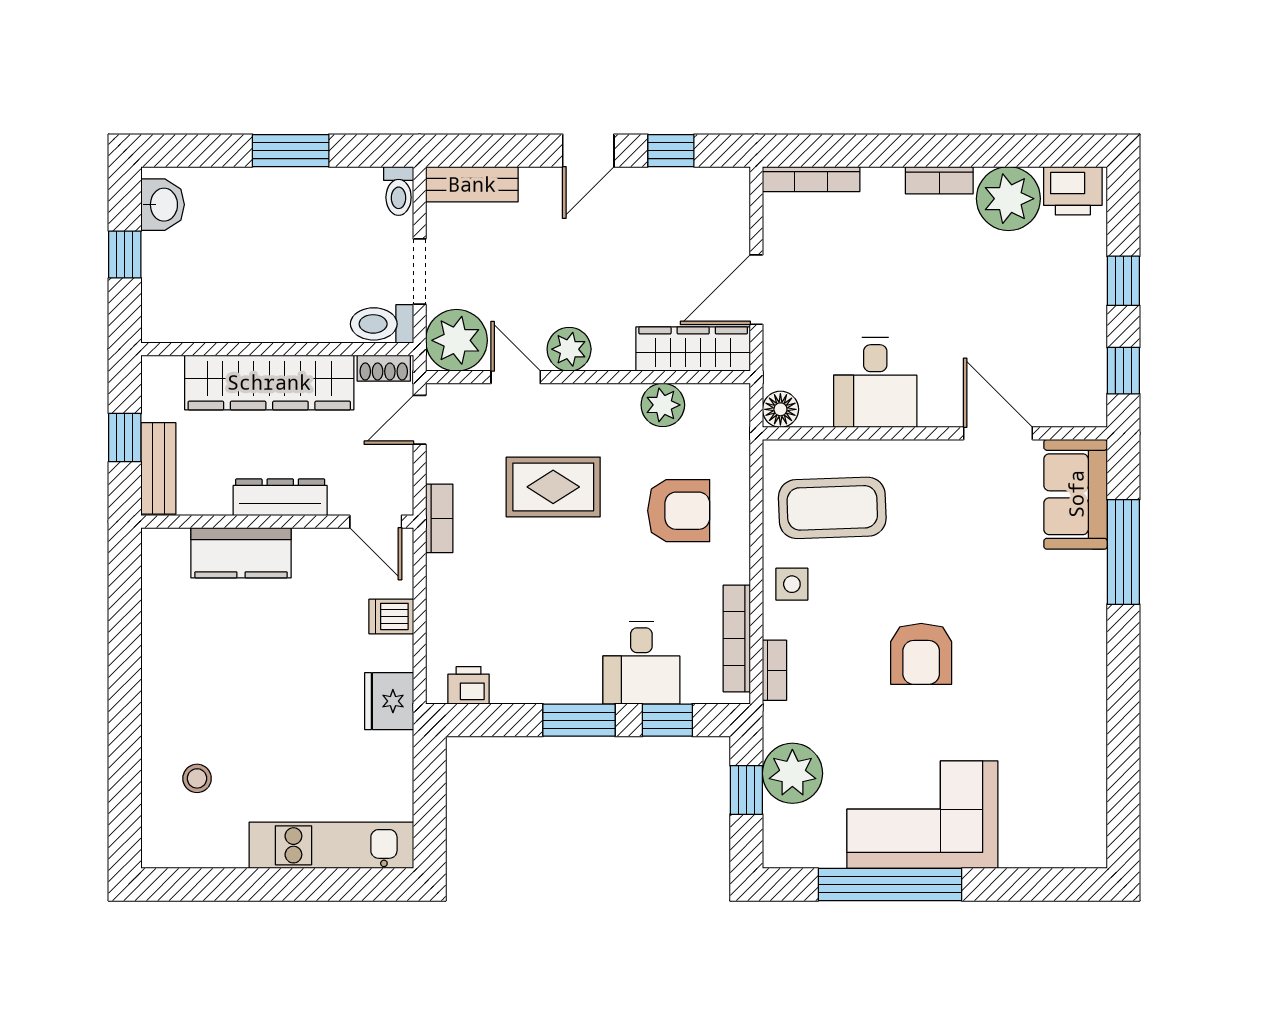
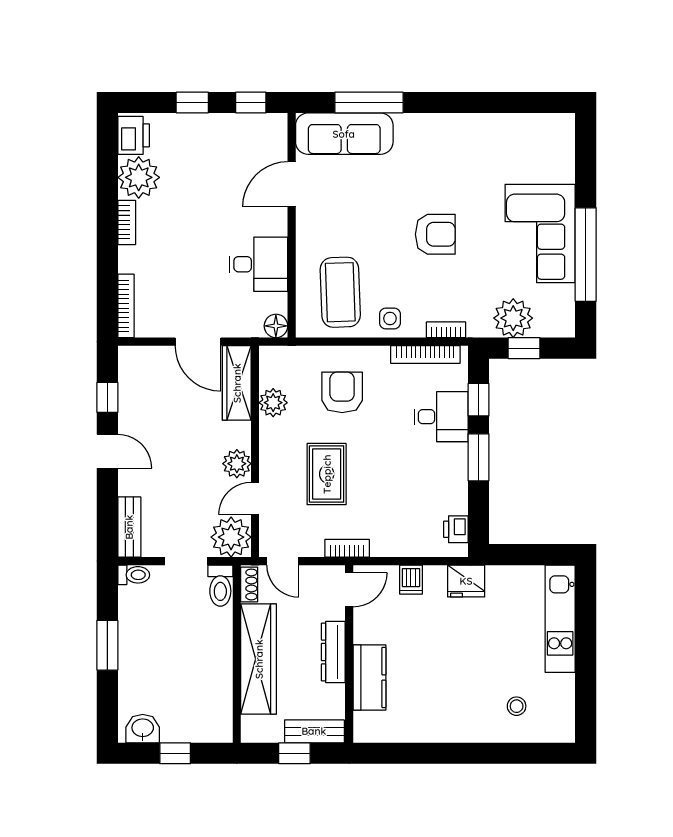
sofa: (1076, 494) -> (344, 134), width x1.36

